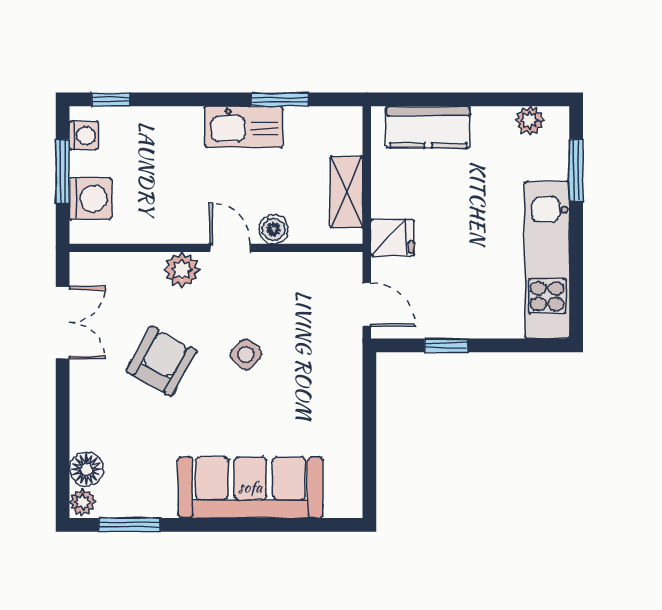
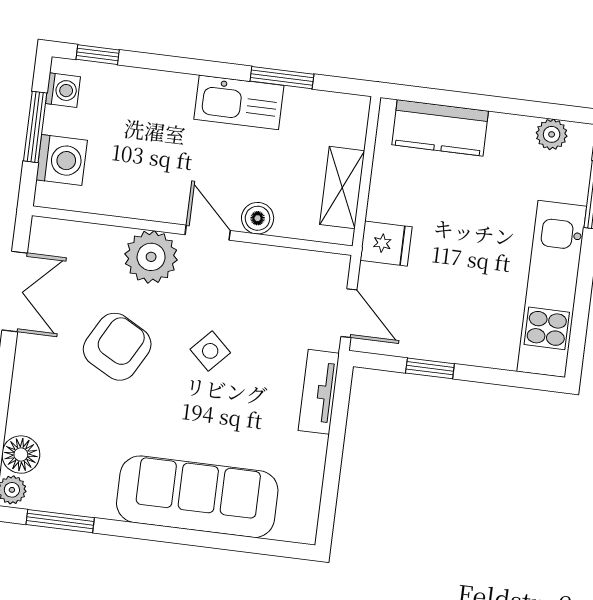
plant: (182, 270) -> (151, 257), width x1.36, depth x1.36
tv unit: (348, 379) -> (319, 392), added

